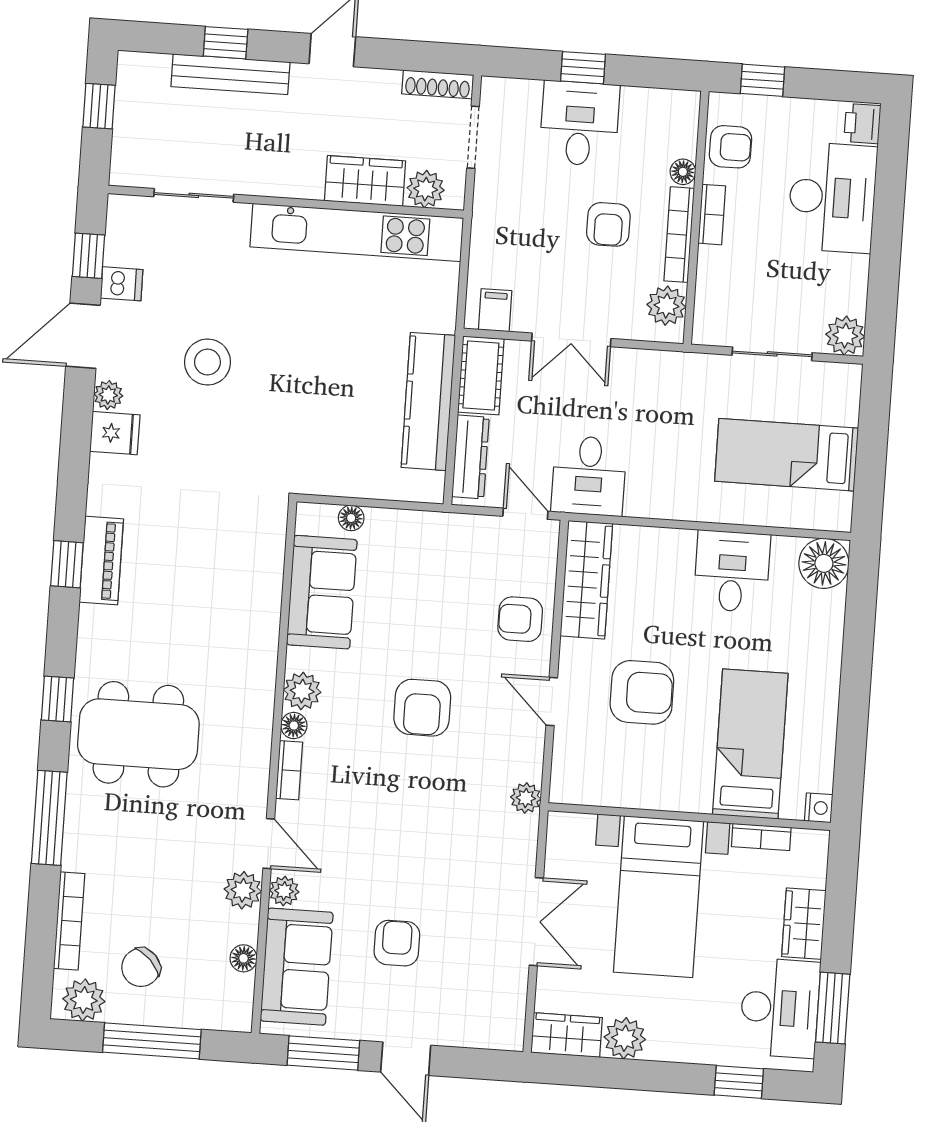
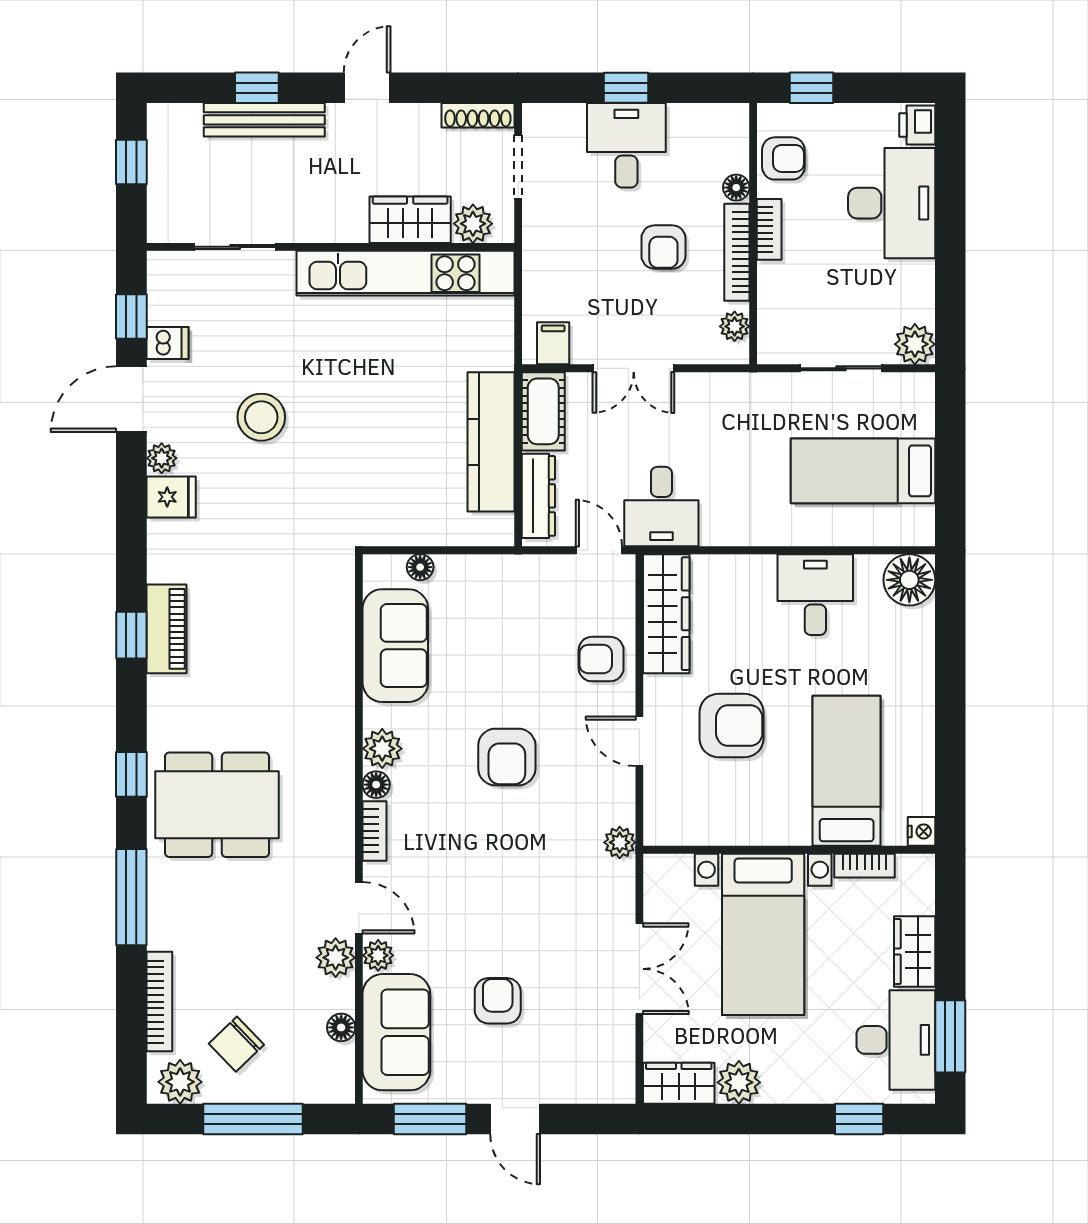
plant: (666, 306) -> (735, 326), width x0.73, depth x0.73

